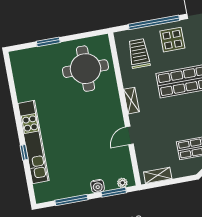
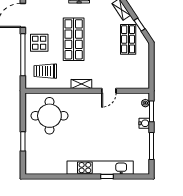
door: (129, 136) -> (109, 91), hinge flipped
shelving: (158, 175) -> (145, 74), removed

